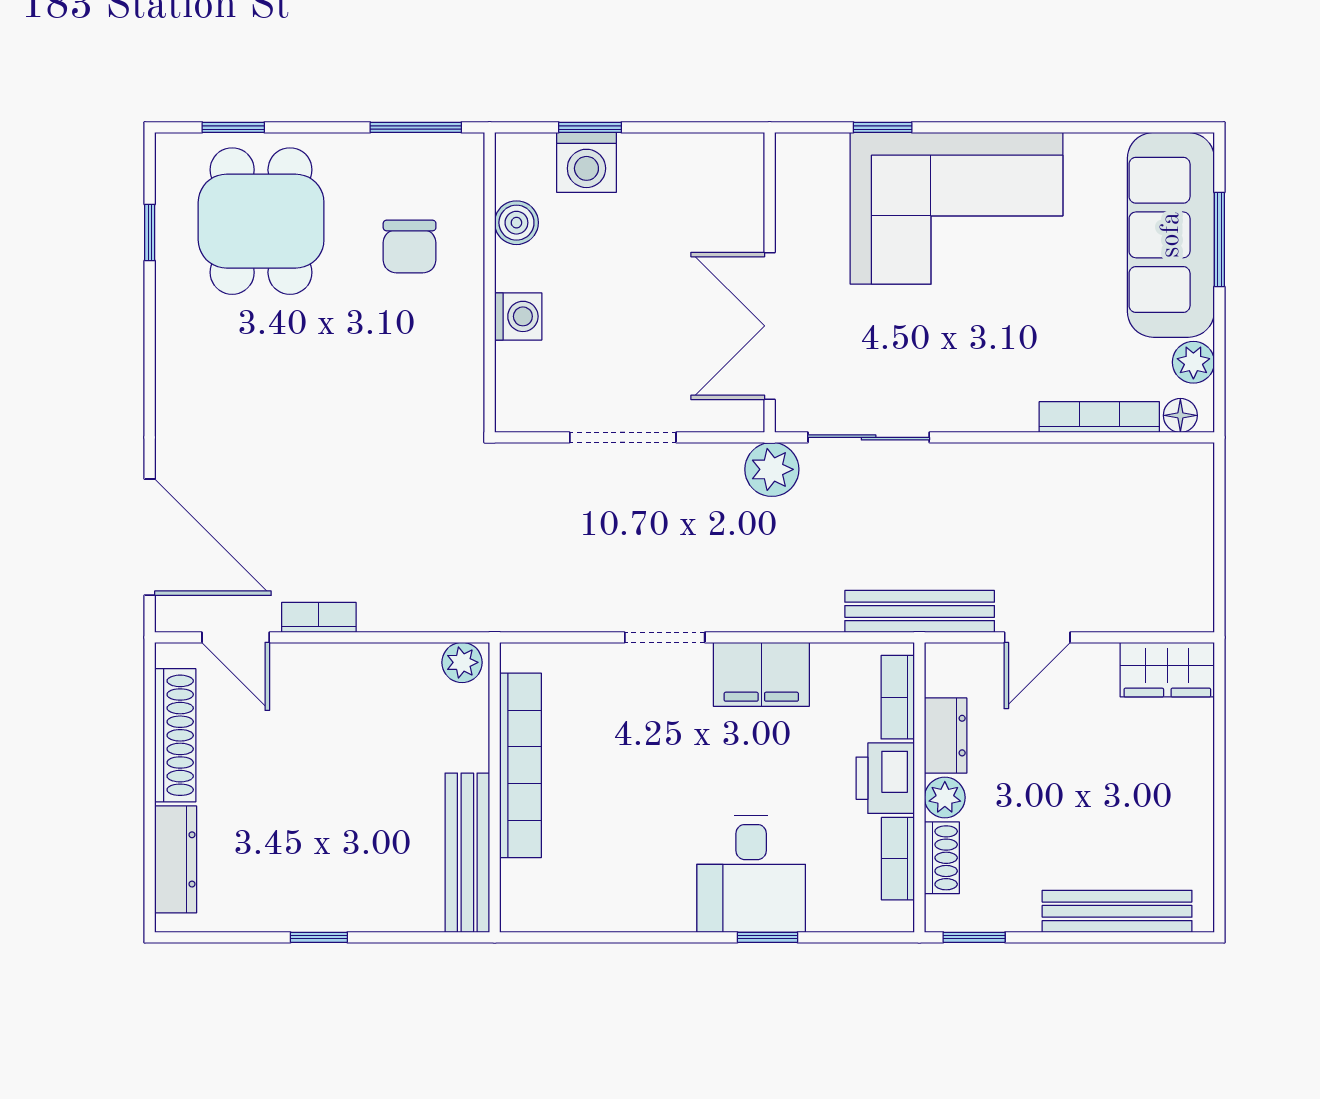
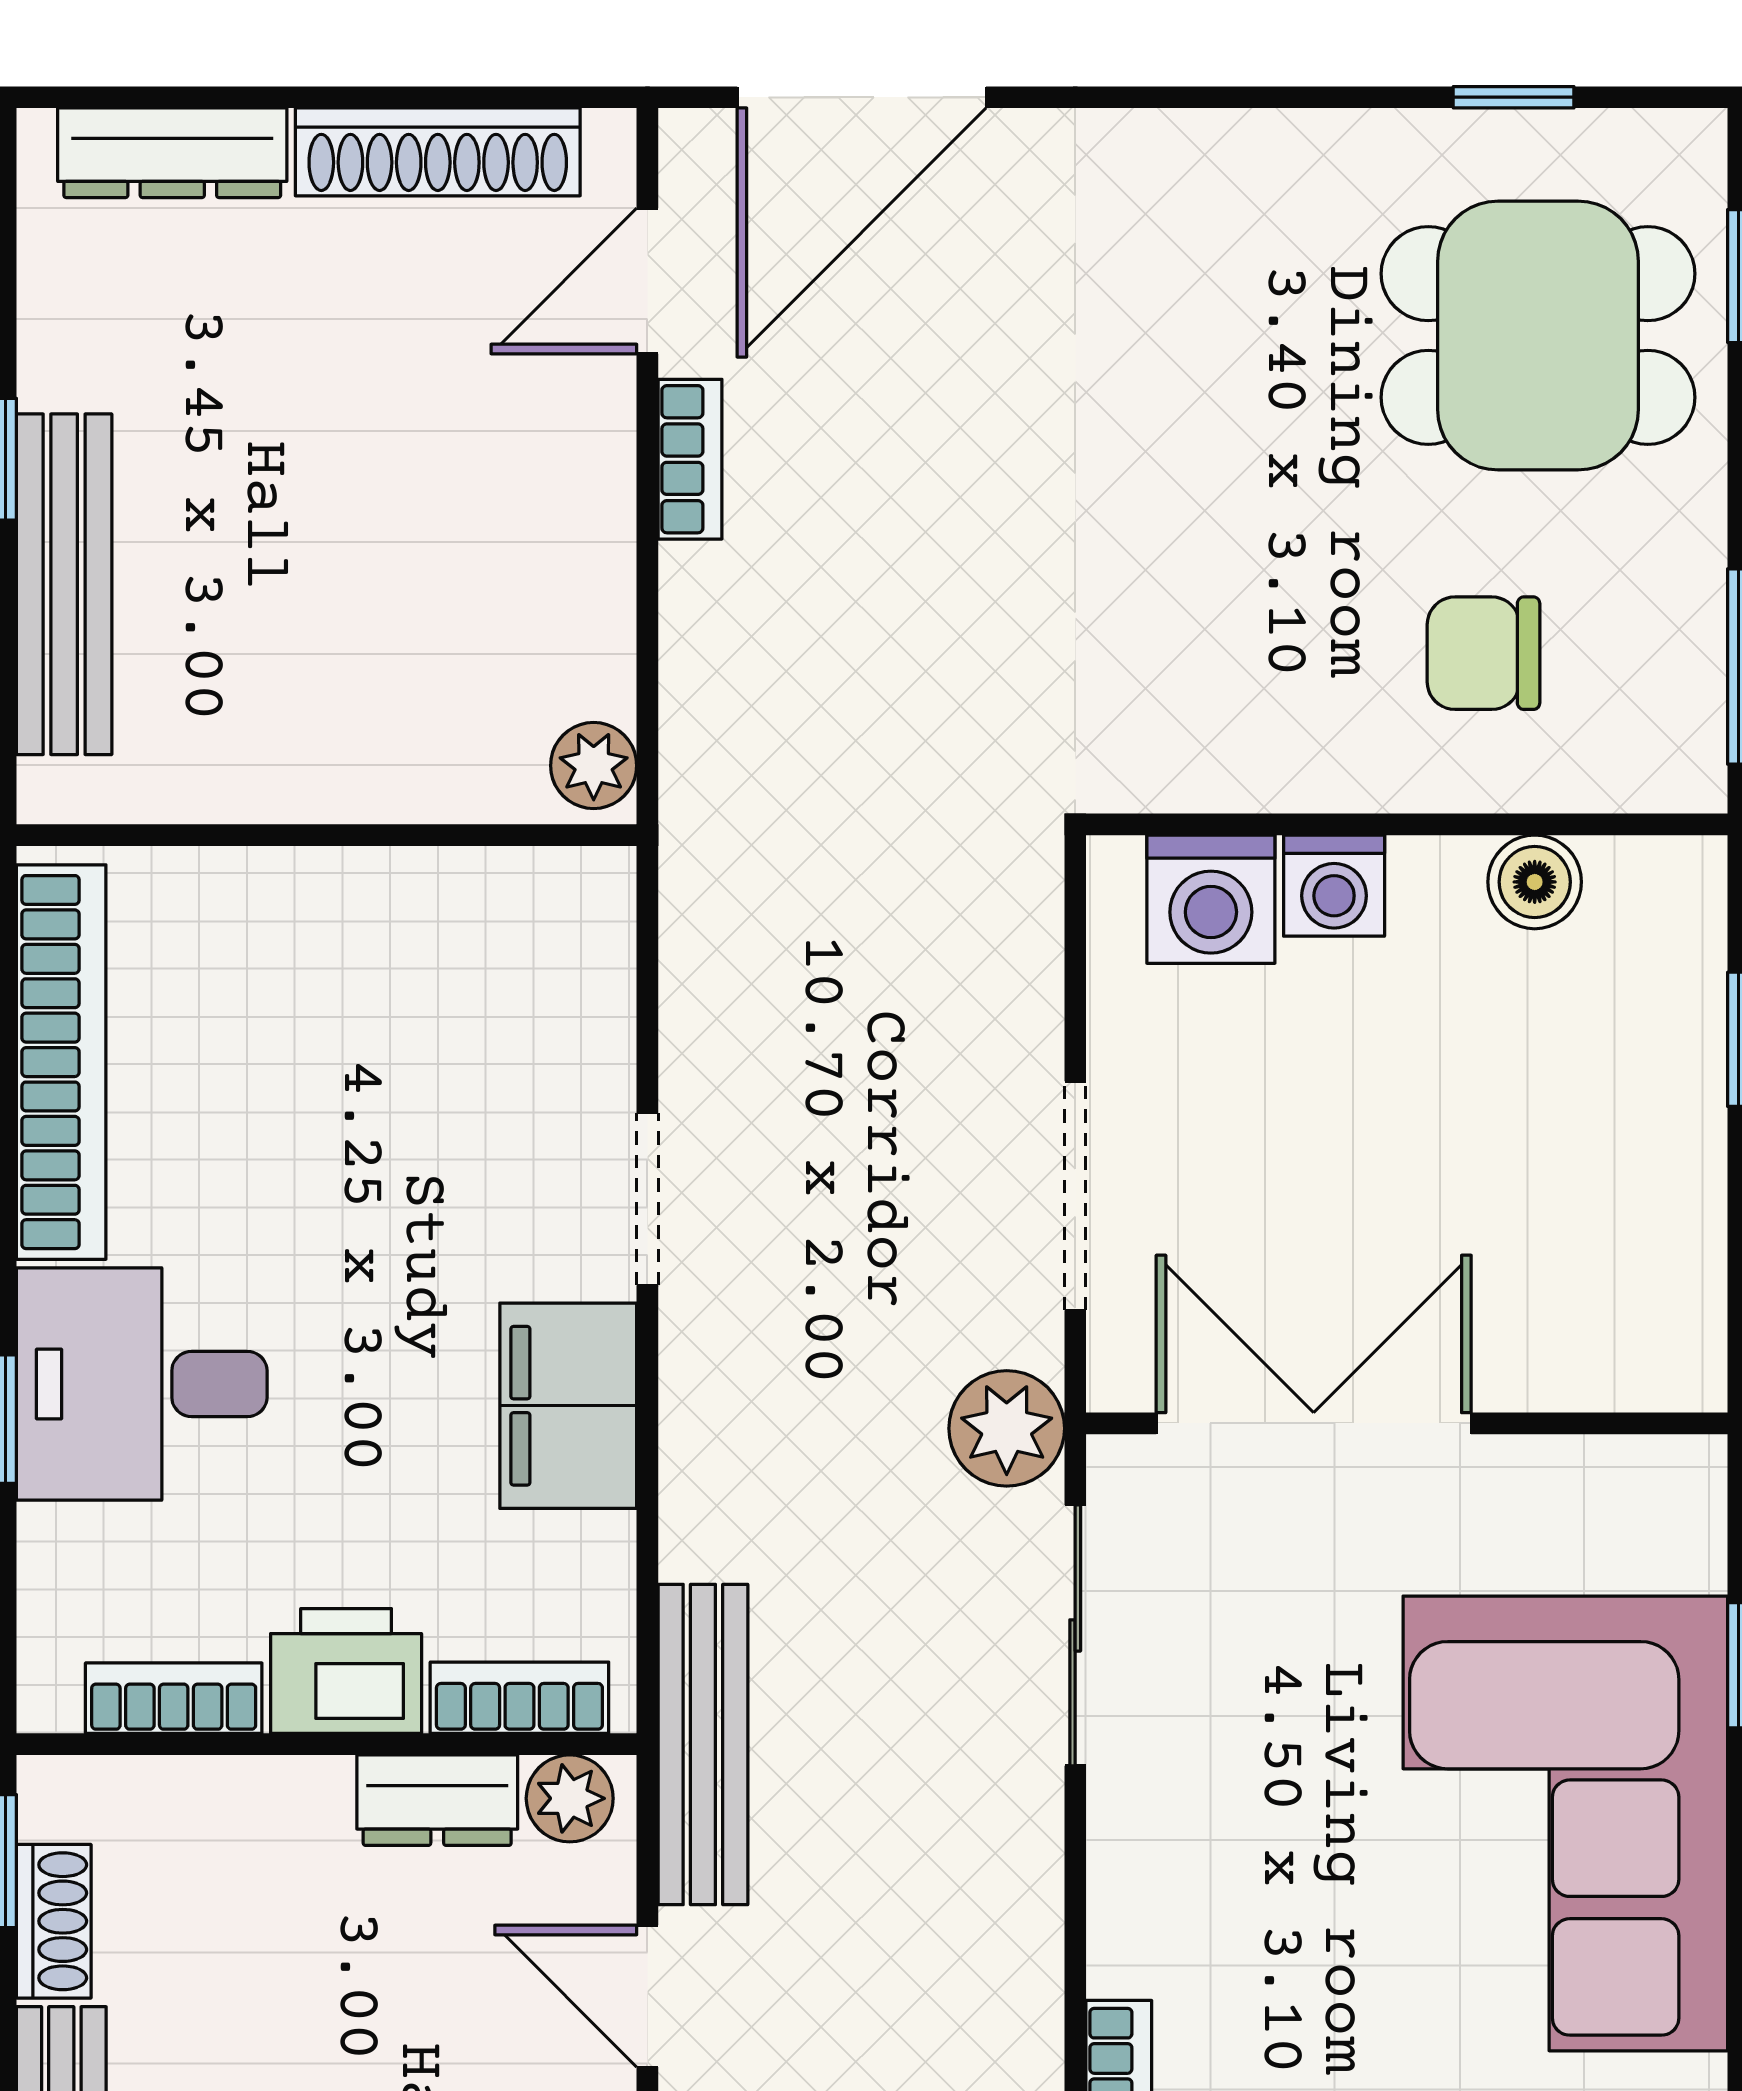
washing machine: (586, 162) -> (1211, 899), moved, turned -90
doorway: (623, 437) -> (1075, 1196), moved
bookcase: (521, 765) -> (61, 1062), moved, turned -90
plant: (945, 798) -> (570, 1798), moved
bench: (467, 853) -> (64, 584), moved, turned 90
shoe rack: (942, 858) -> (54, 1921), moved, turned -90

